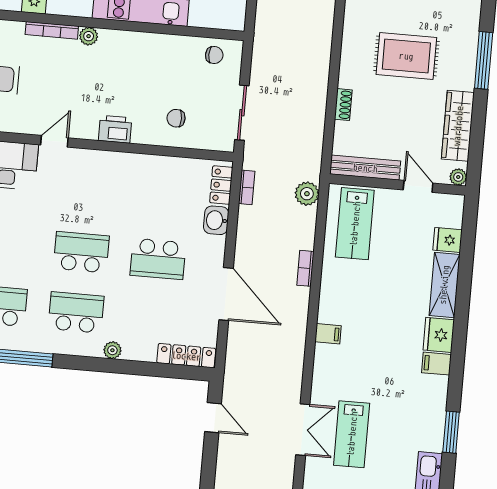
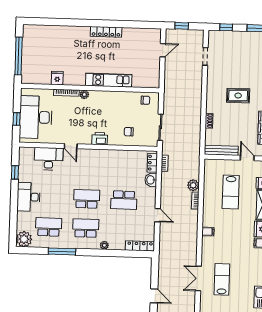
rug: (406, 56) -> (238, 96), width x0.73, depth x0.70
door: (54, 141) -> (71, 146), swing flipped
plant: (307, 194) -> (193, 185), moved
lab bench: (355, 224) -> (231, 192), moved
door: (226, 294) -> (158, 215), width x0.53
door: (213, 418) -> (154, 296), moved
double door: (303, 430) -> (198, 278), swing flipped
lab bench: (352, 434) -> (222, 279), turned 180

